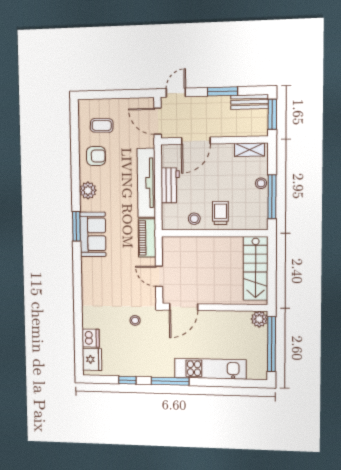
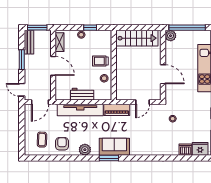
door: (196, 141) -> (53, 66), moved
window: (272, 197) -> (90, 28), width x0.46
door: (184, 307) -> (163, 74), moved

